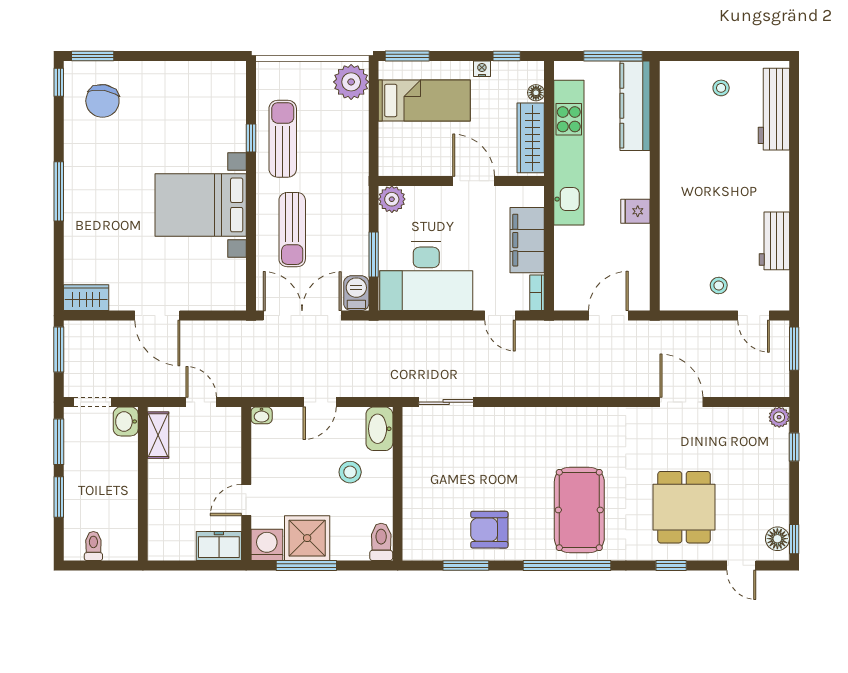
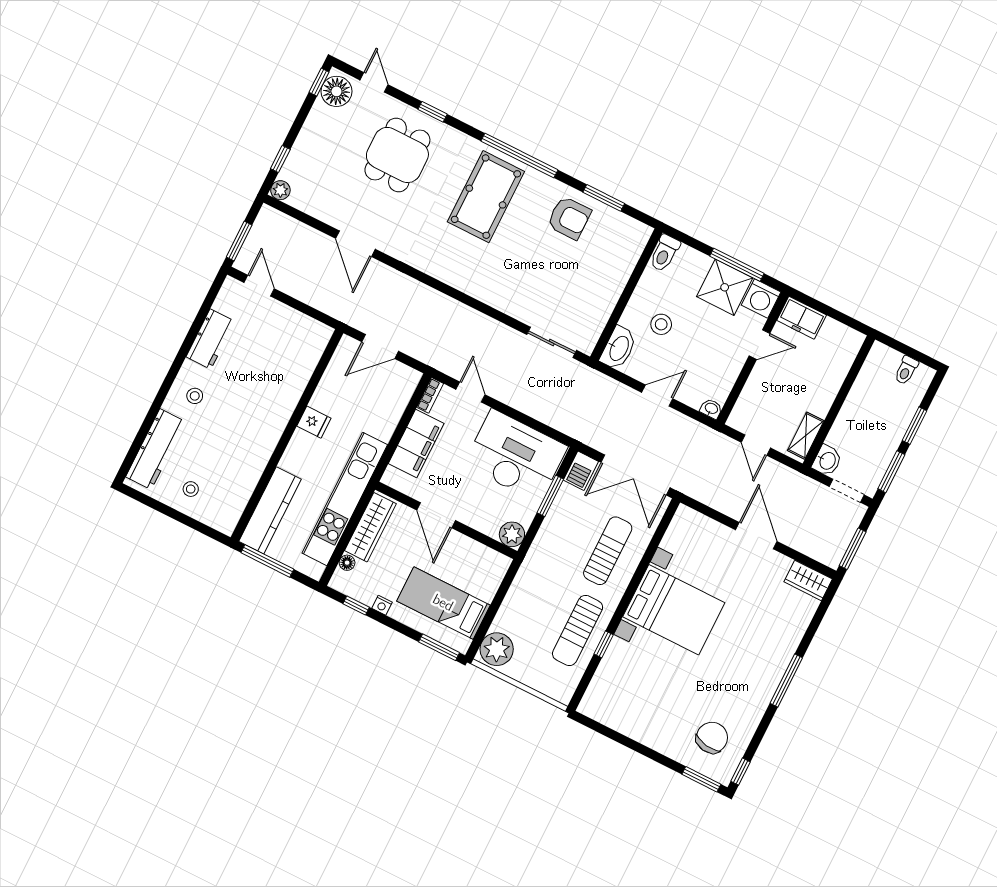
stool: (719, 286) -> (195, 396), moved
floor lamp: (777, 539) -> (336, 91), width x1.38, depth x1.38

